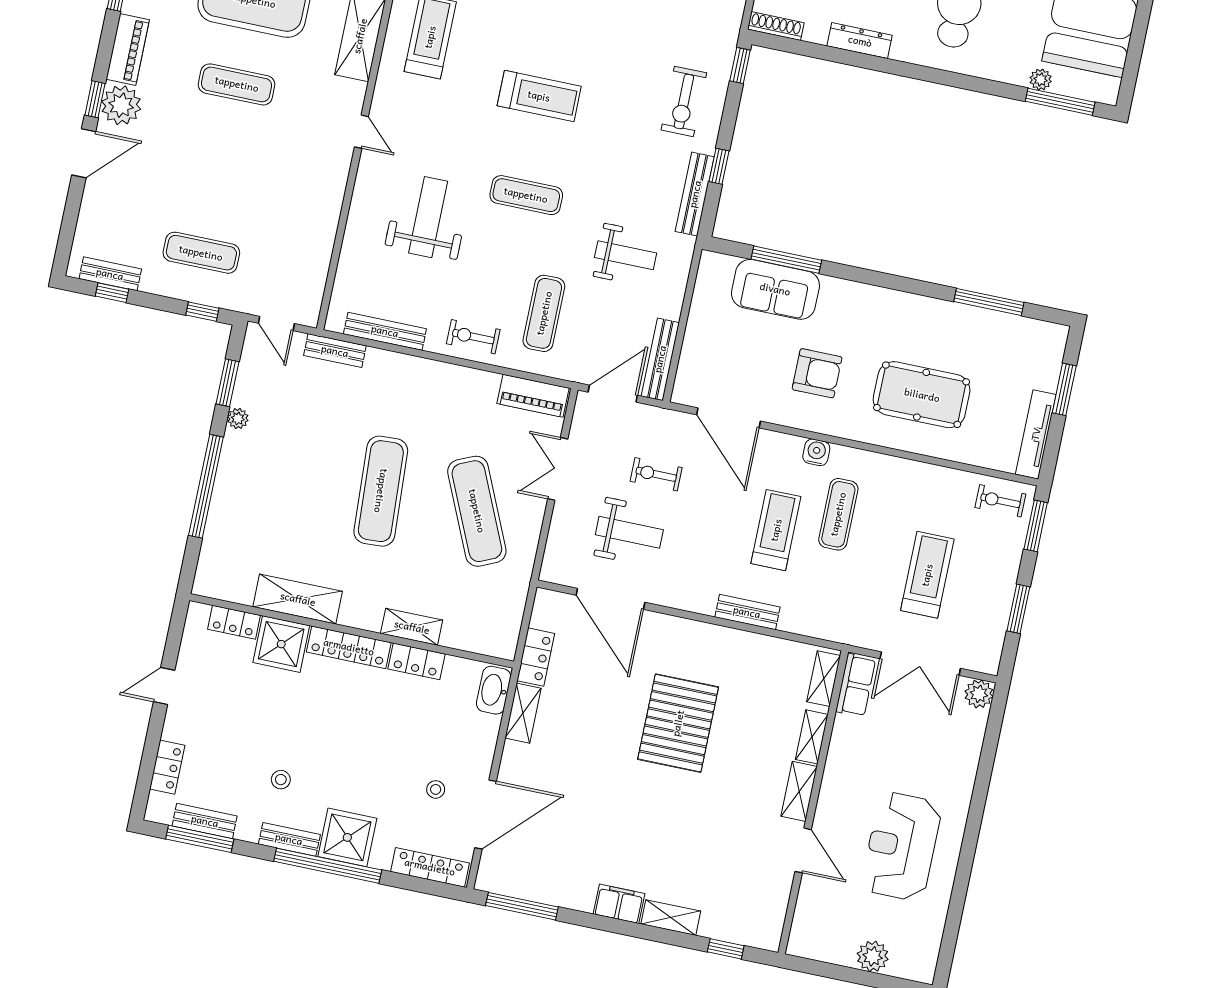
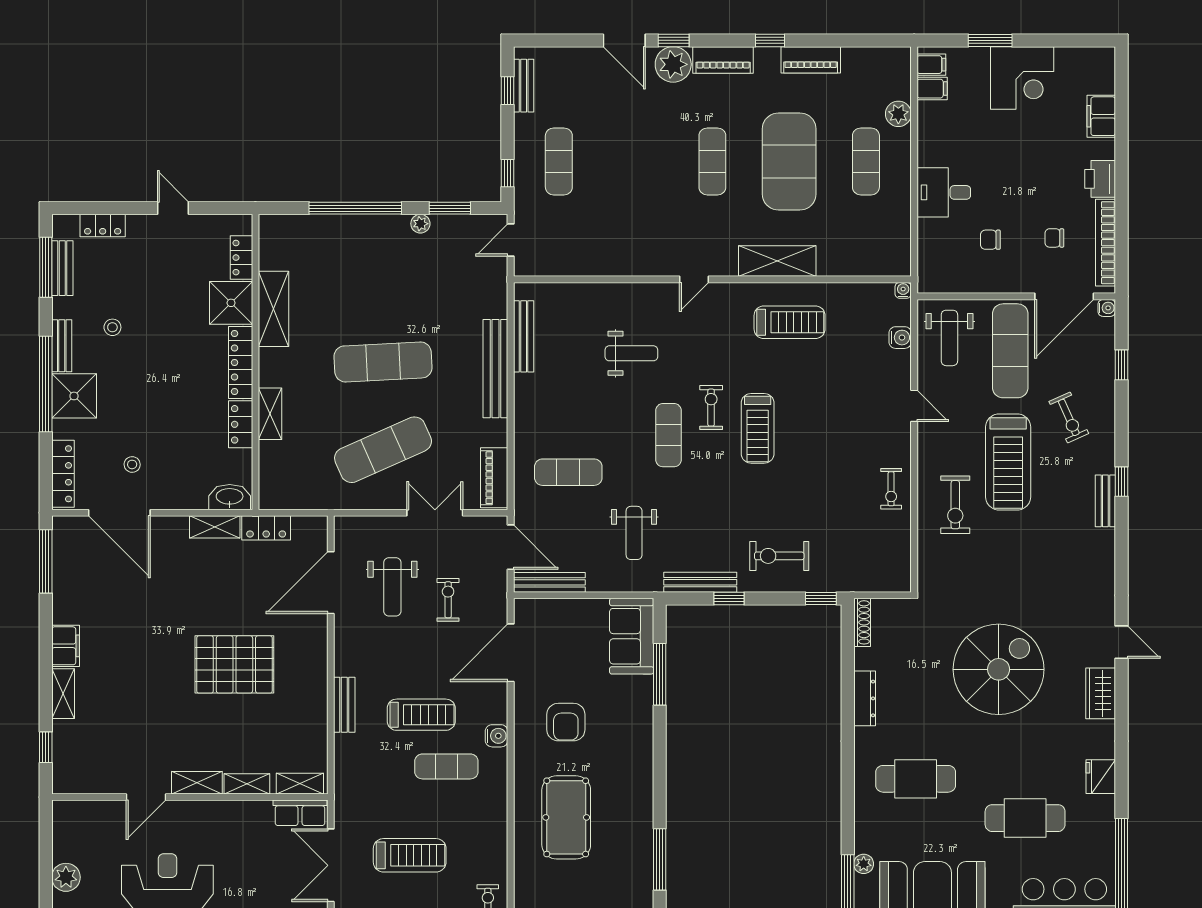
weight bench: (428, 217) -> (631, 353), width x0.73, depth x0.75
sofa: (775, 289) -> (632, 636), moved
exercise bike: (473, 337) -> (711, 408), moved
bench: (335, 351) -> (495, 369), moved, width x1.86, depth x1.21

